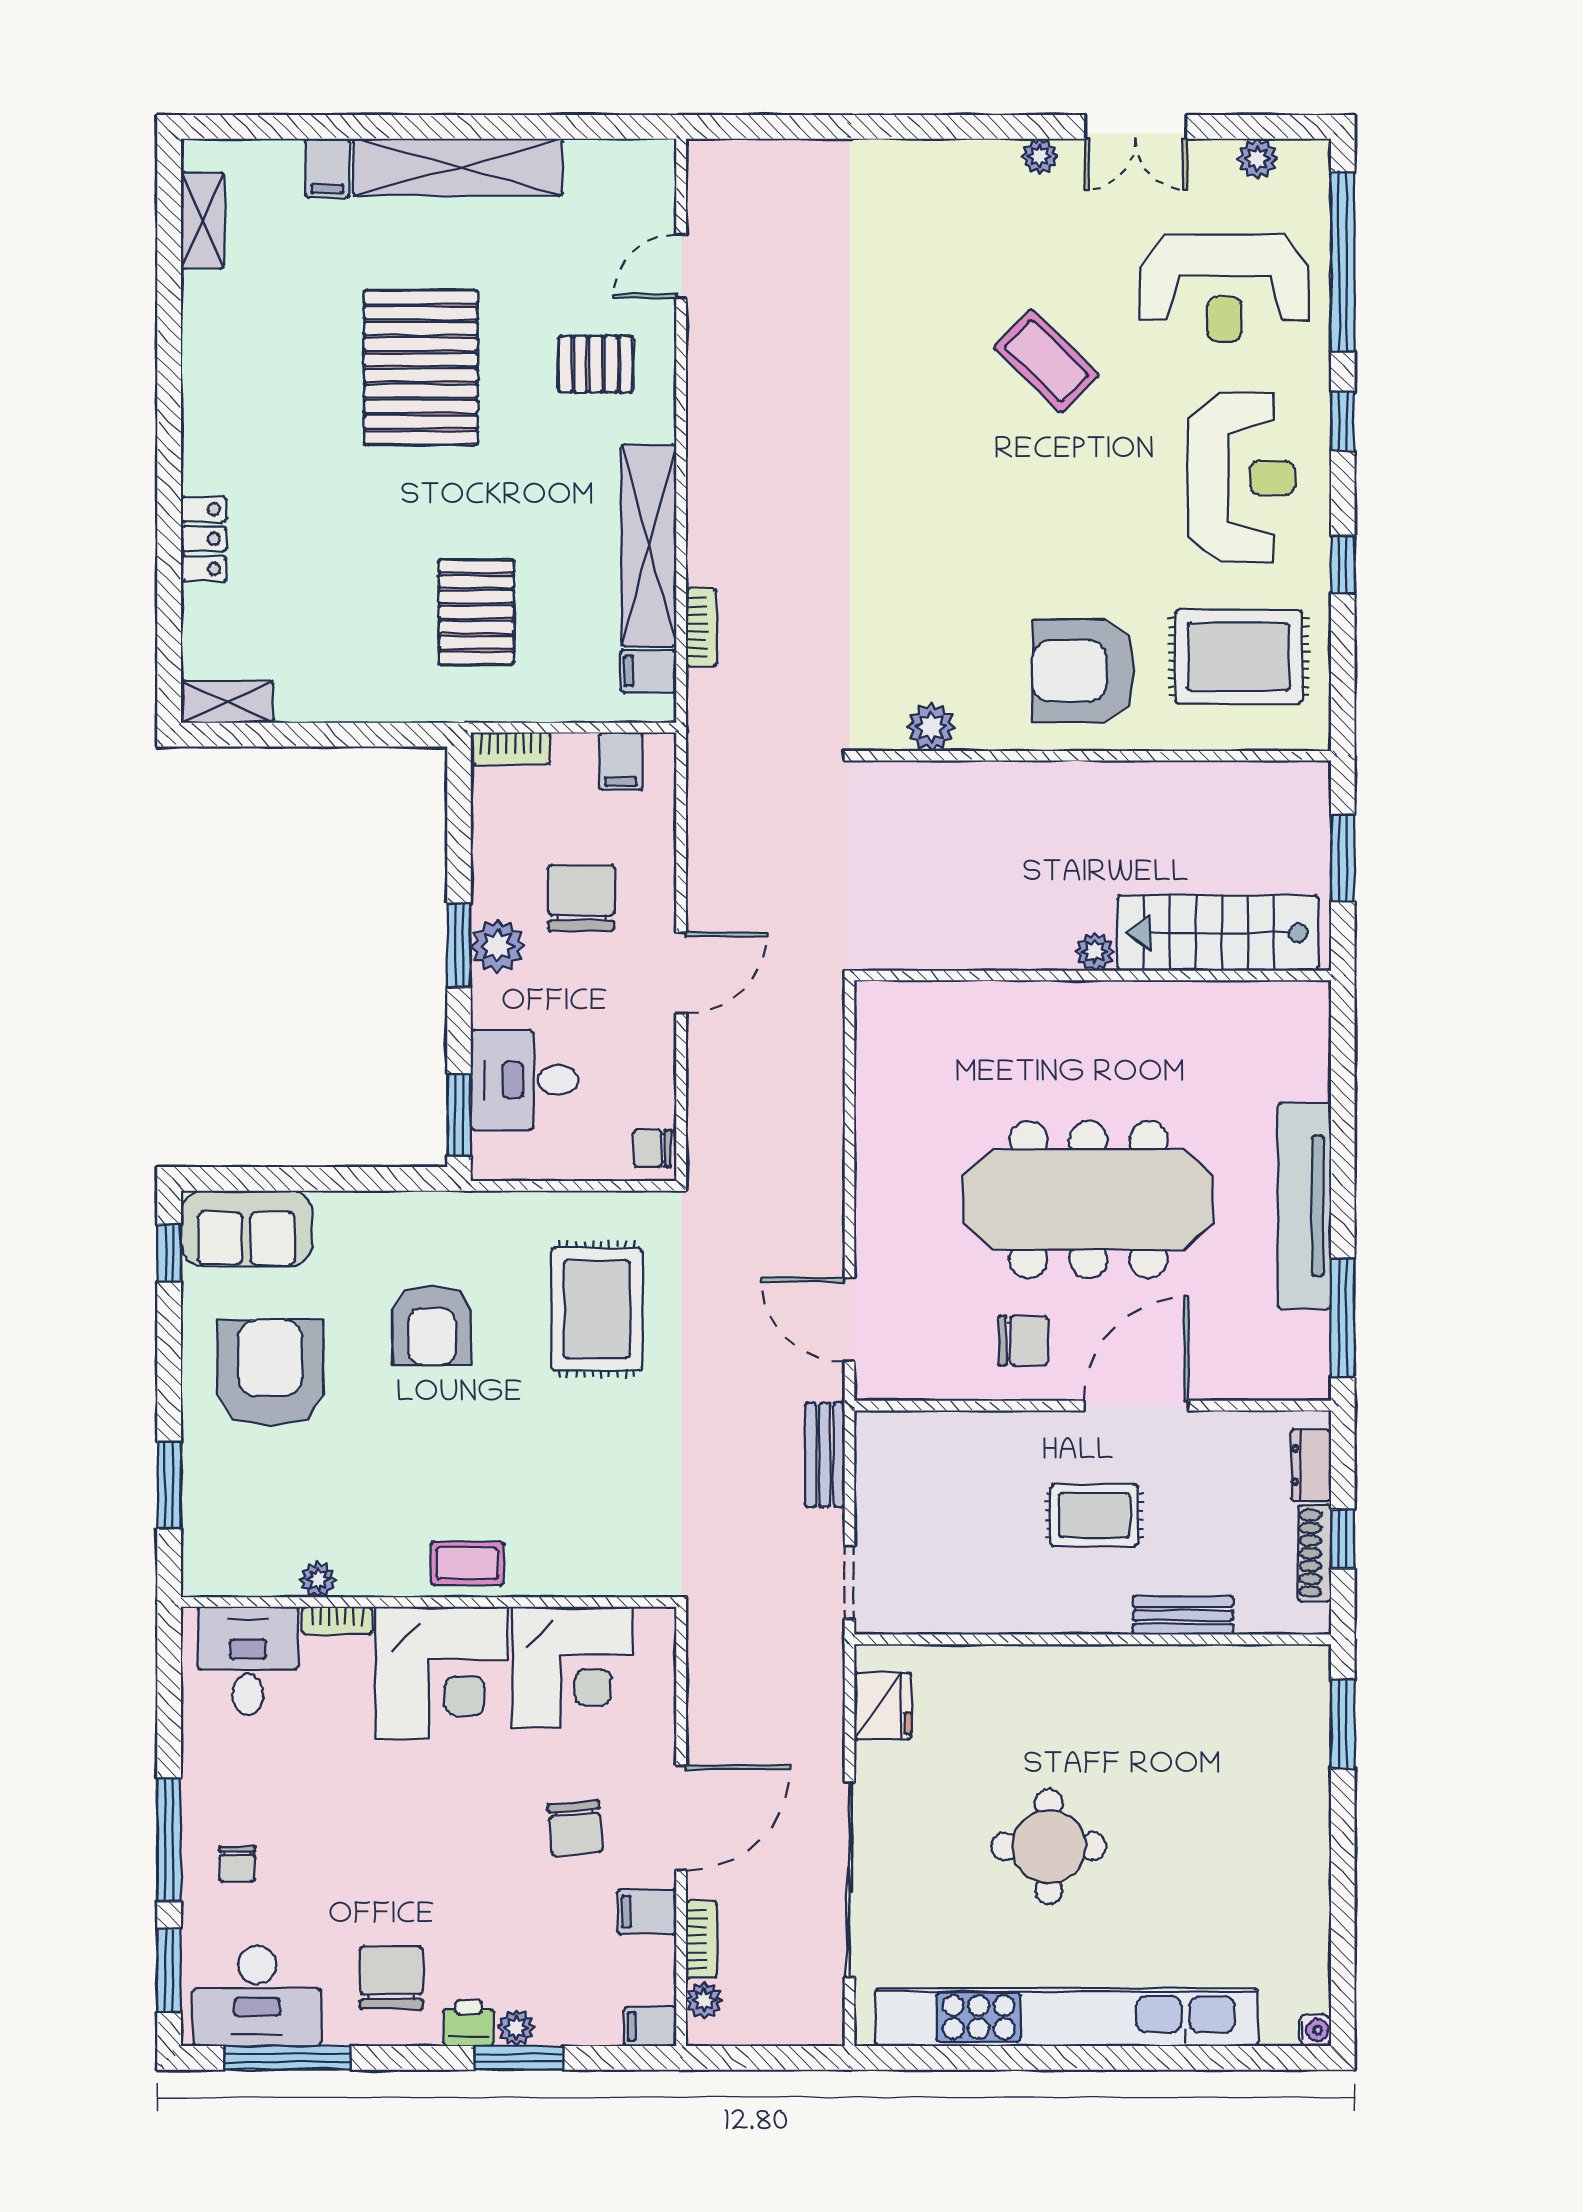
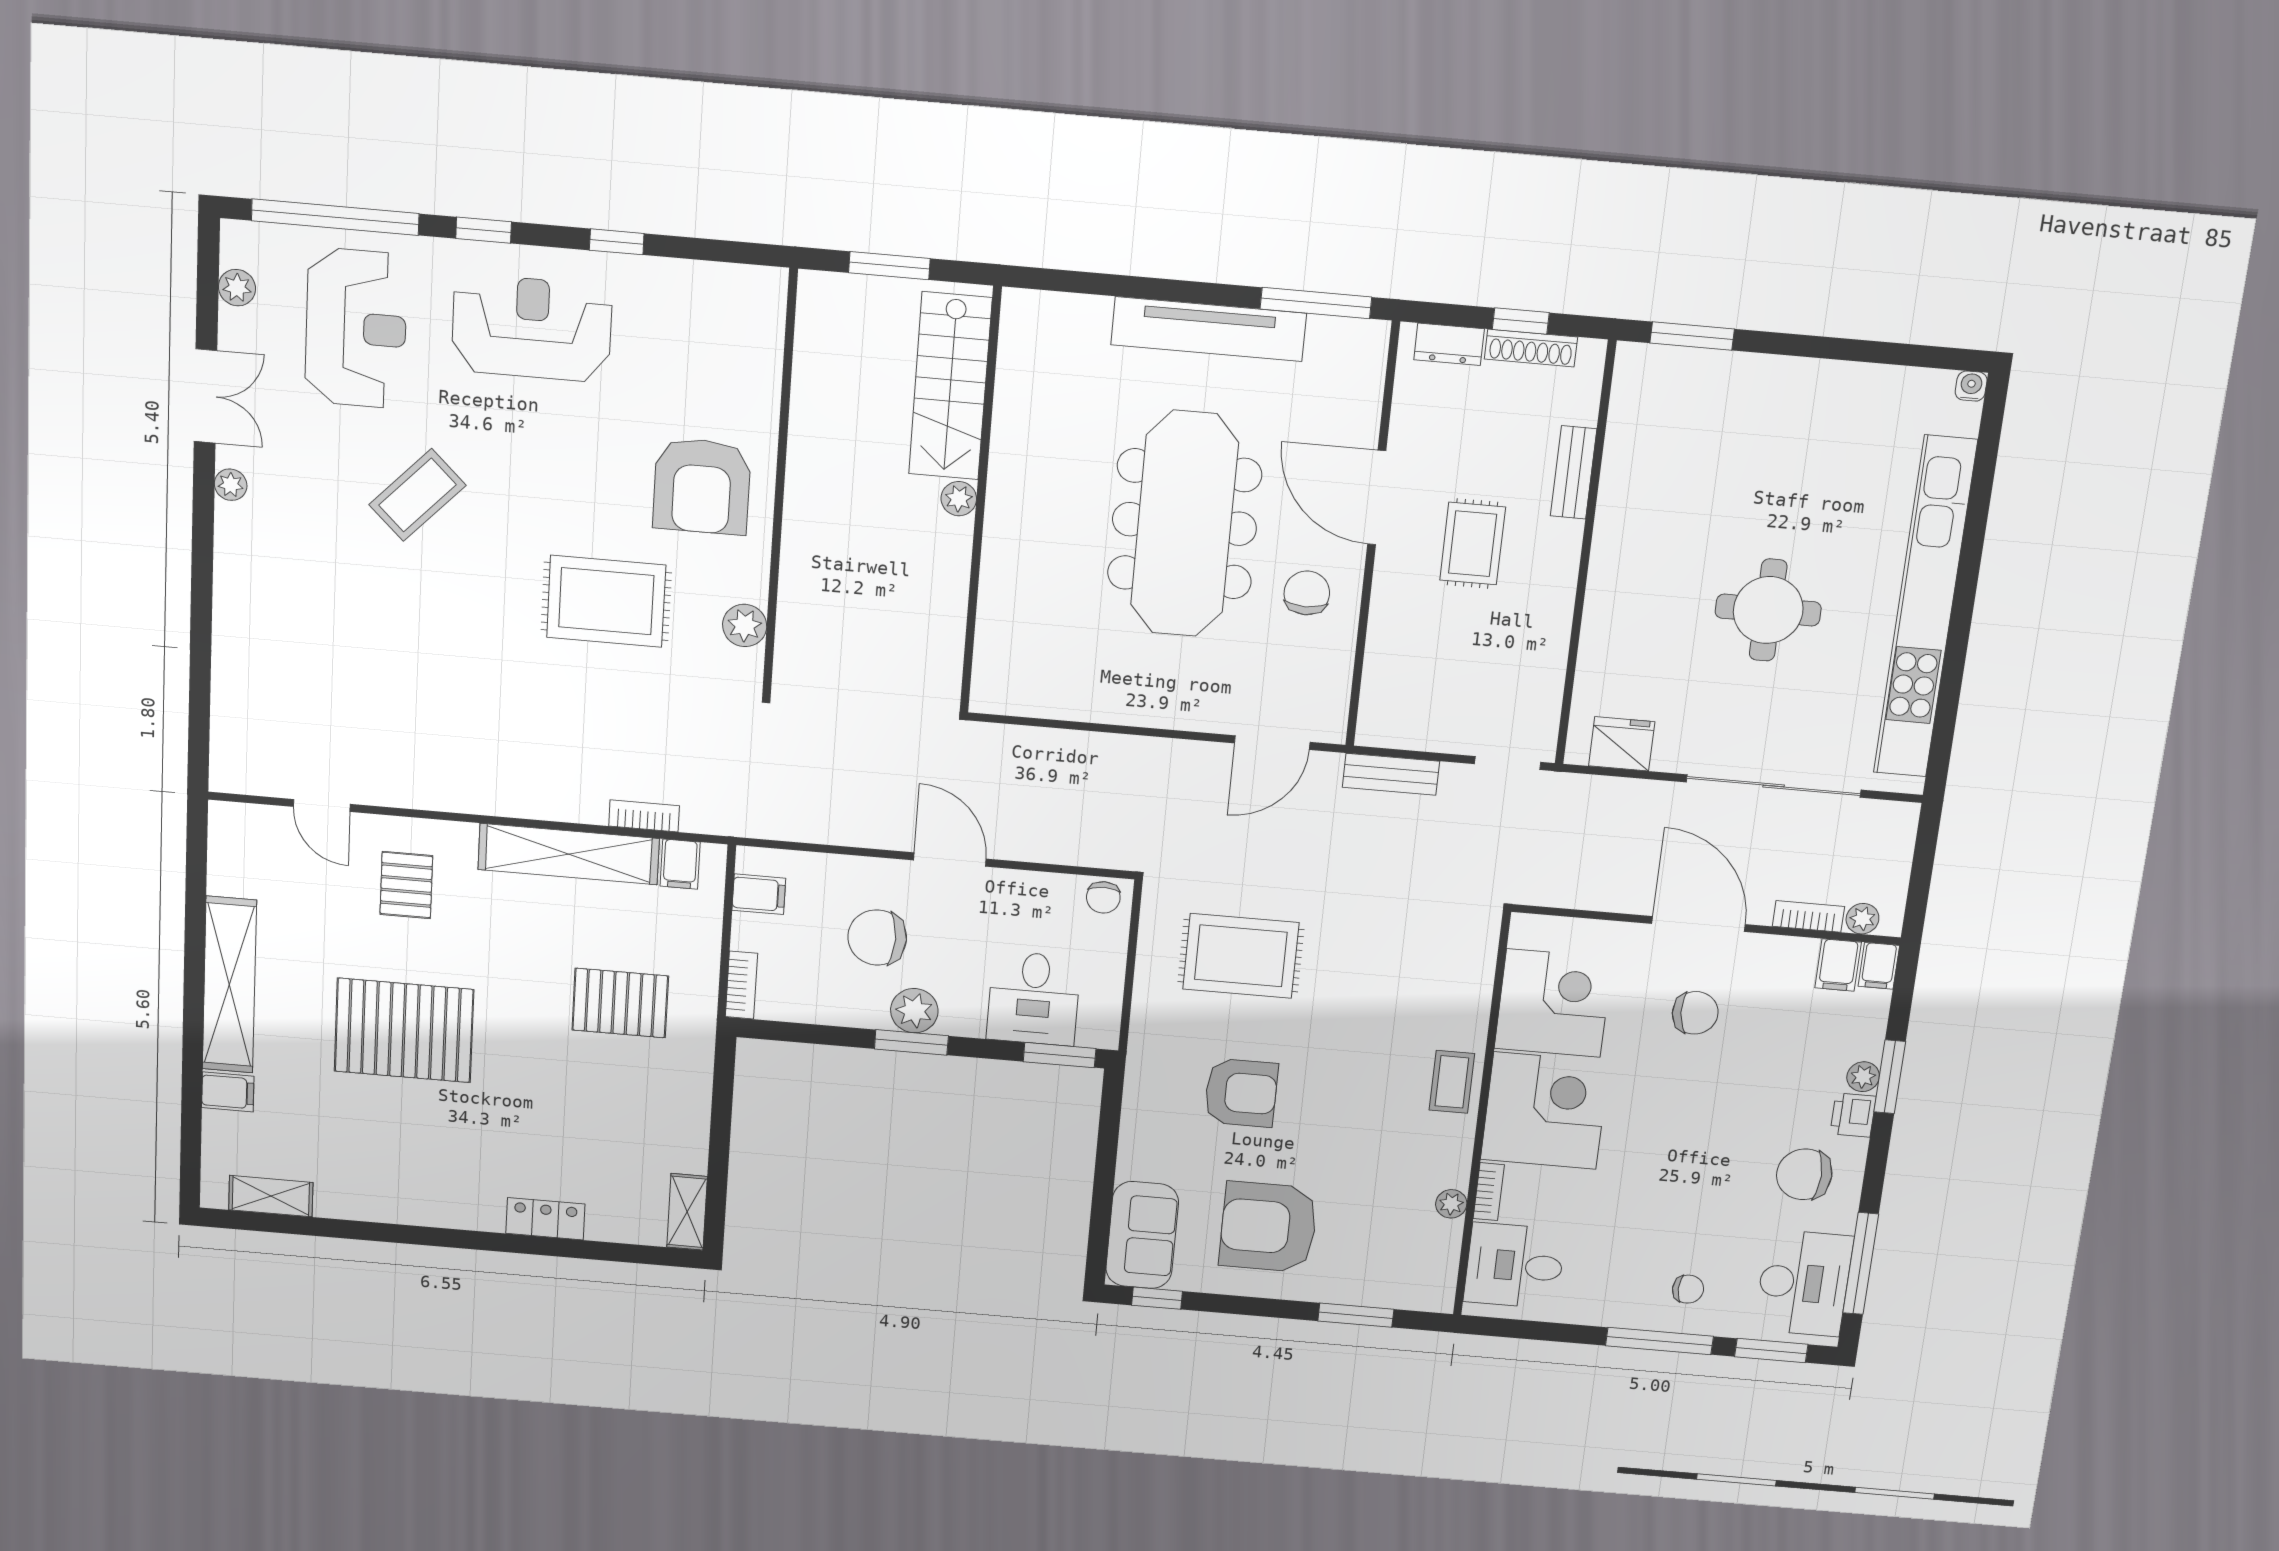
rug: (1239, 657) -> (606, 601), moved, turned 90
filing cabinet: (647, 1912) -> (1838, 965), moved

